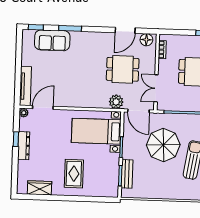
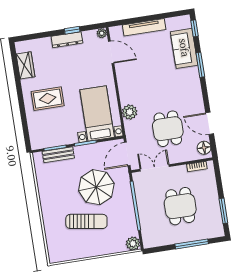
tv unit: (25, 86) -> (144, 27), moved
plant: (116, 102) -> (130, 112), moved

